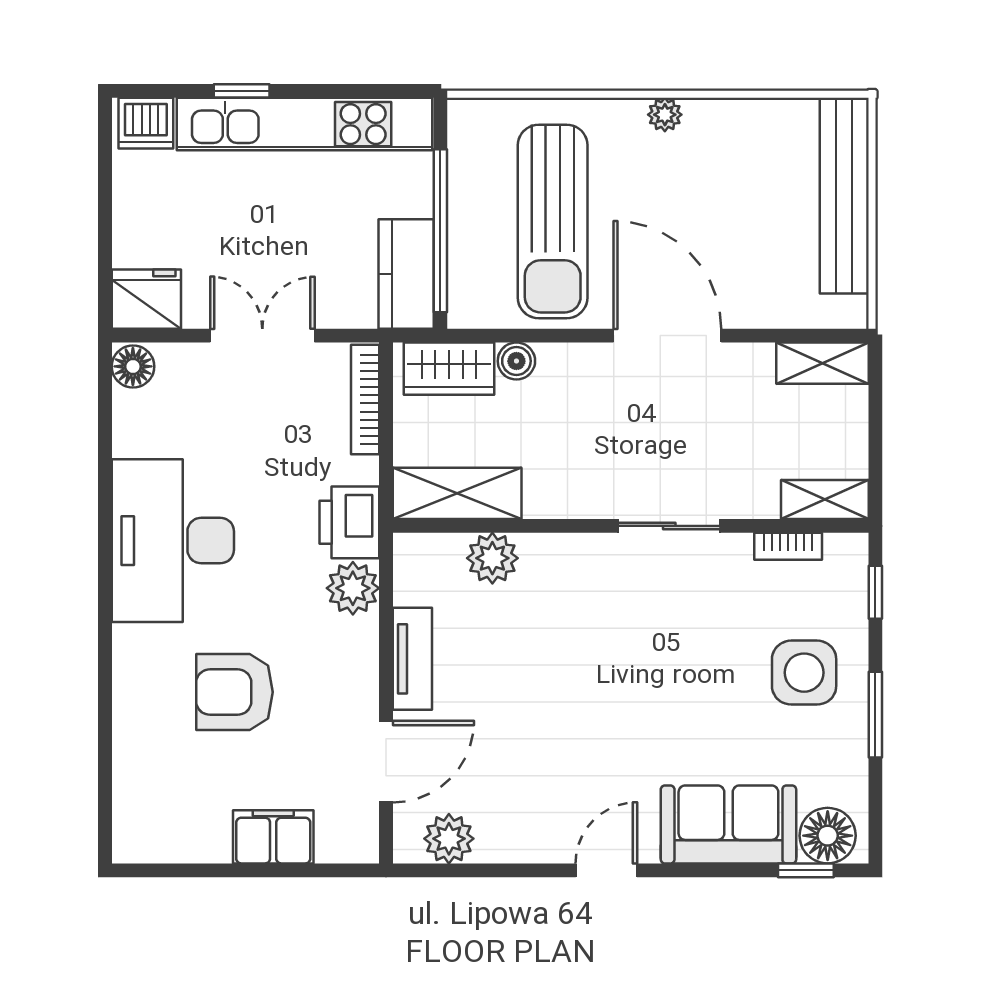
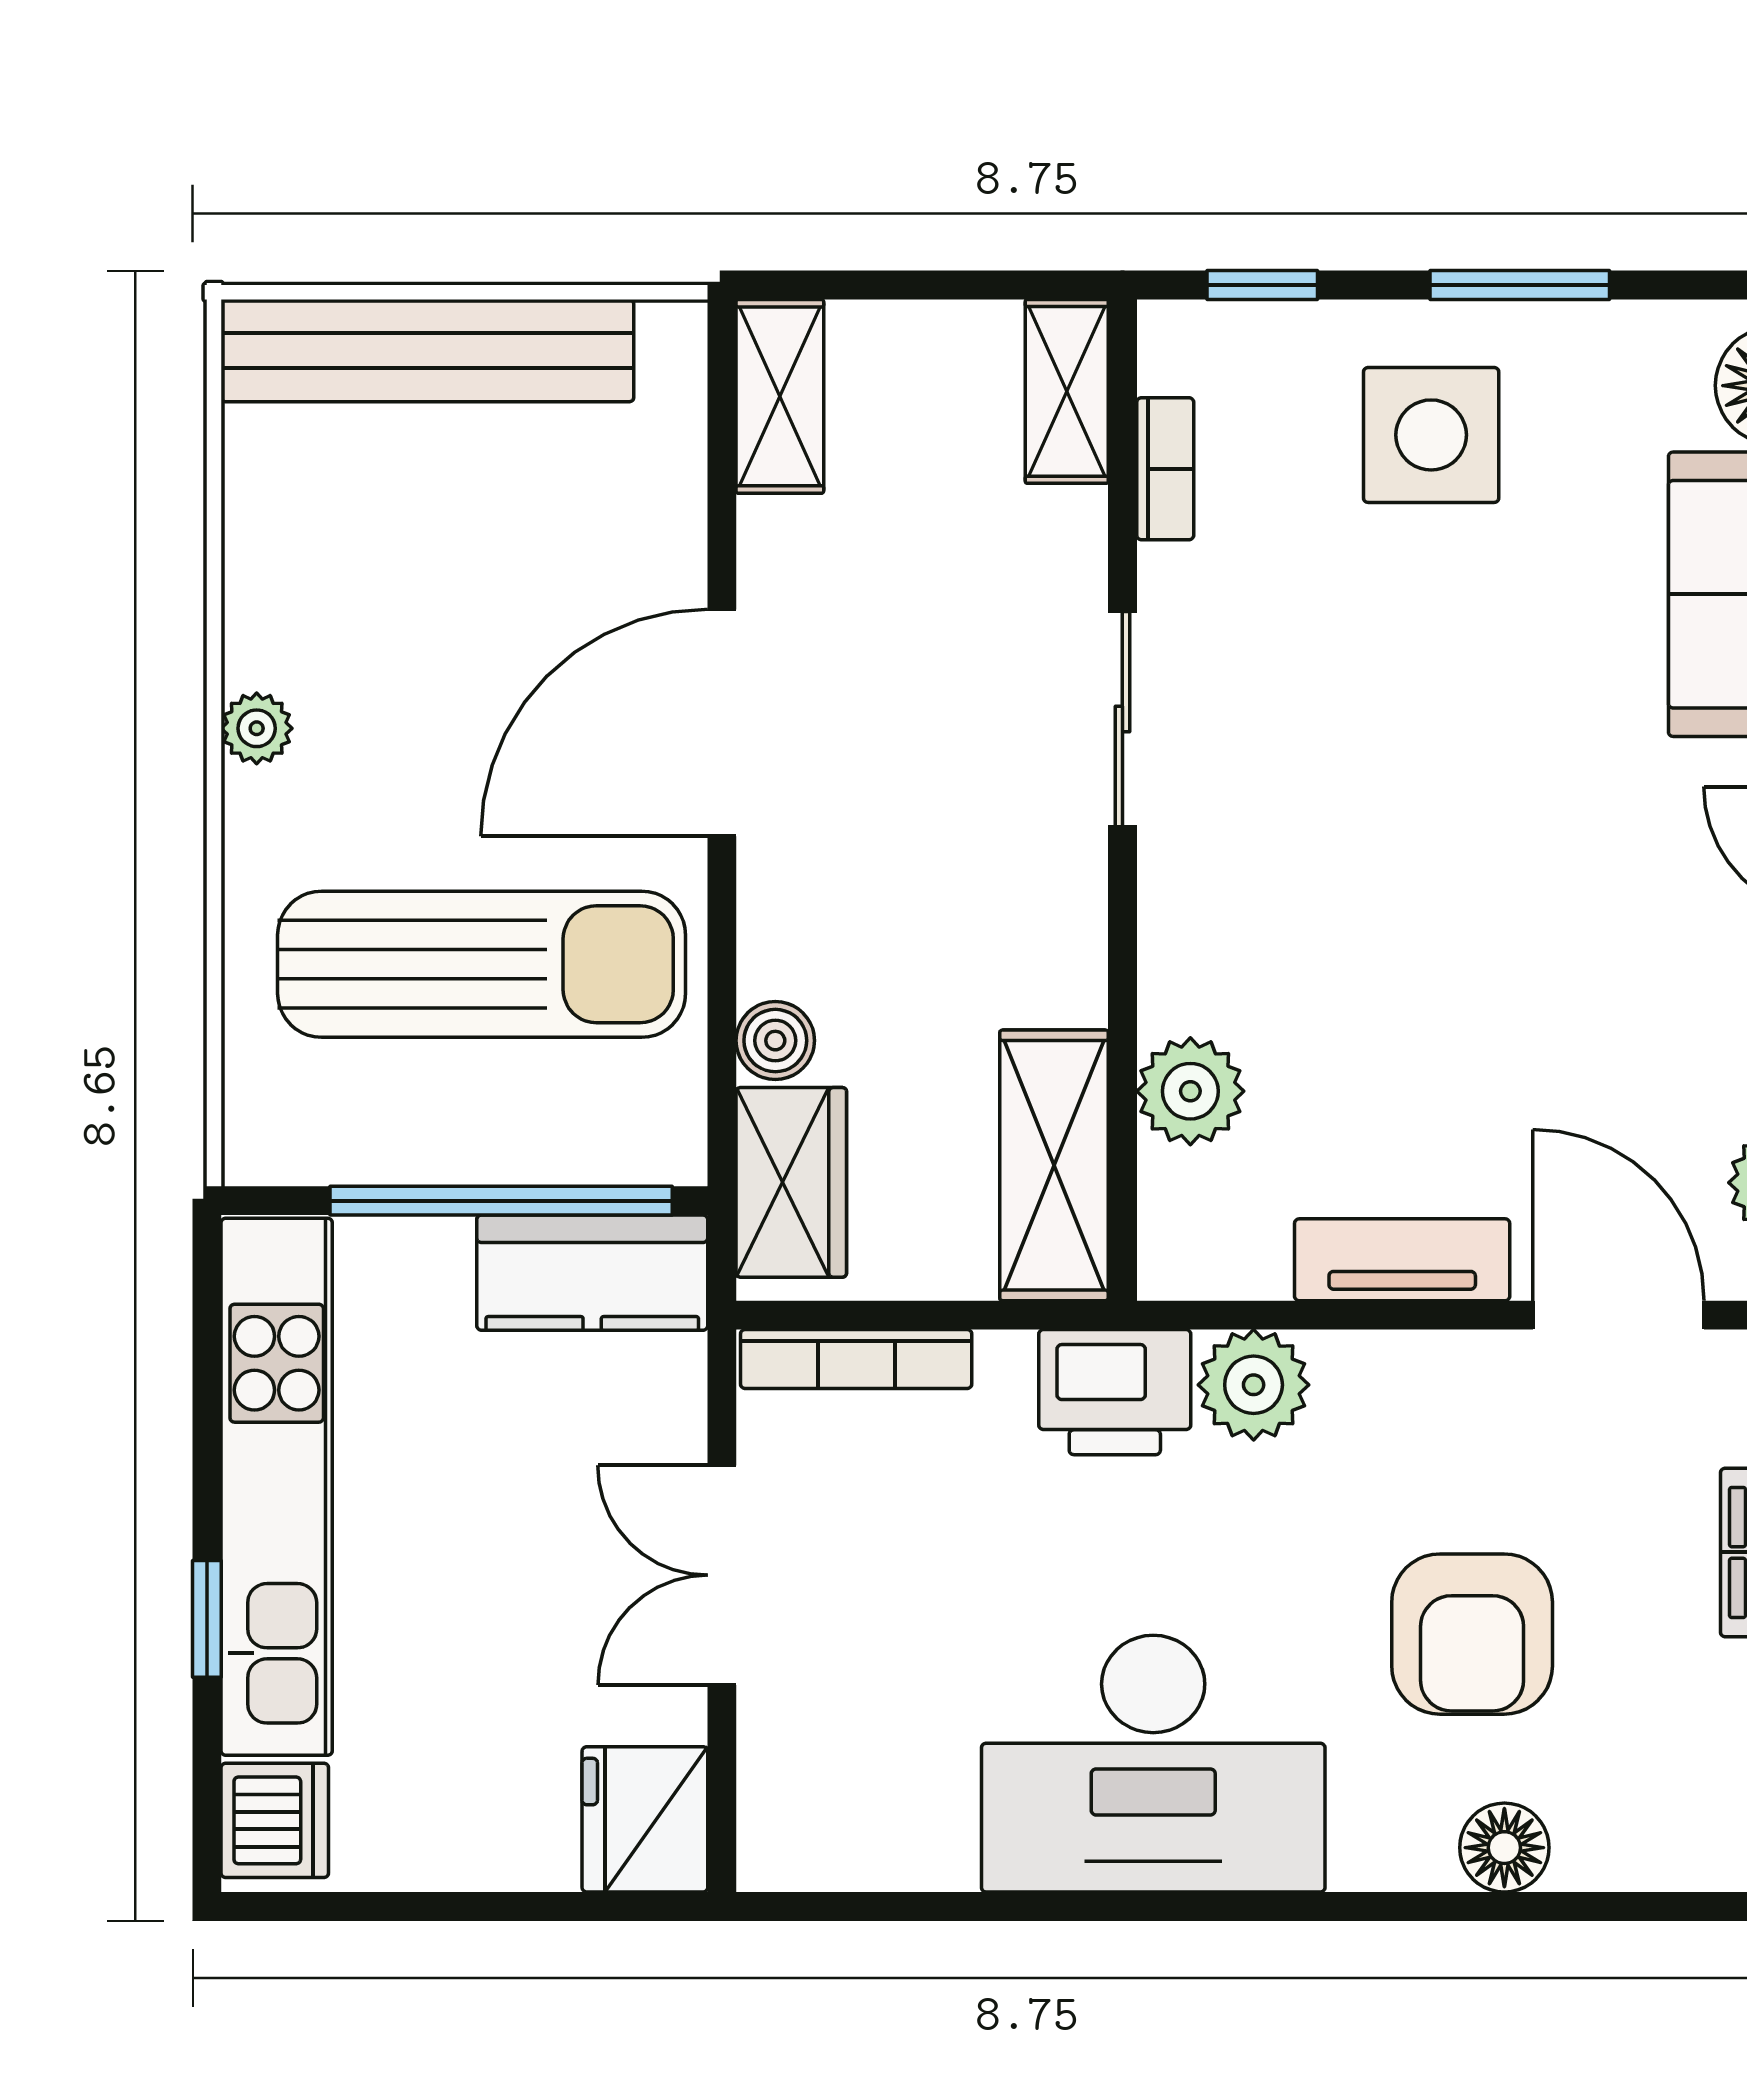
floor lamp: (133, 366) -> (1504, 1848), moved

